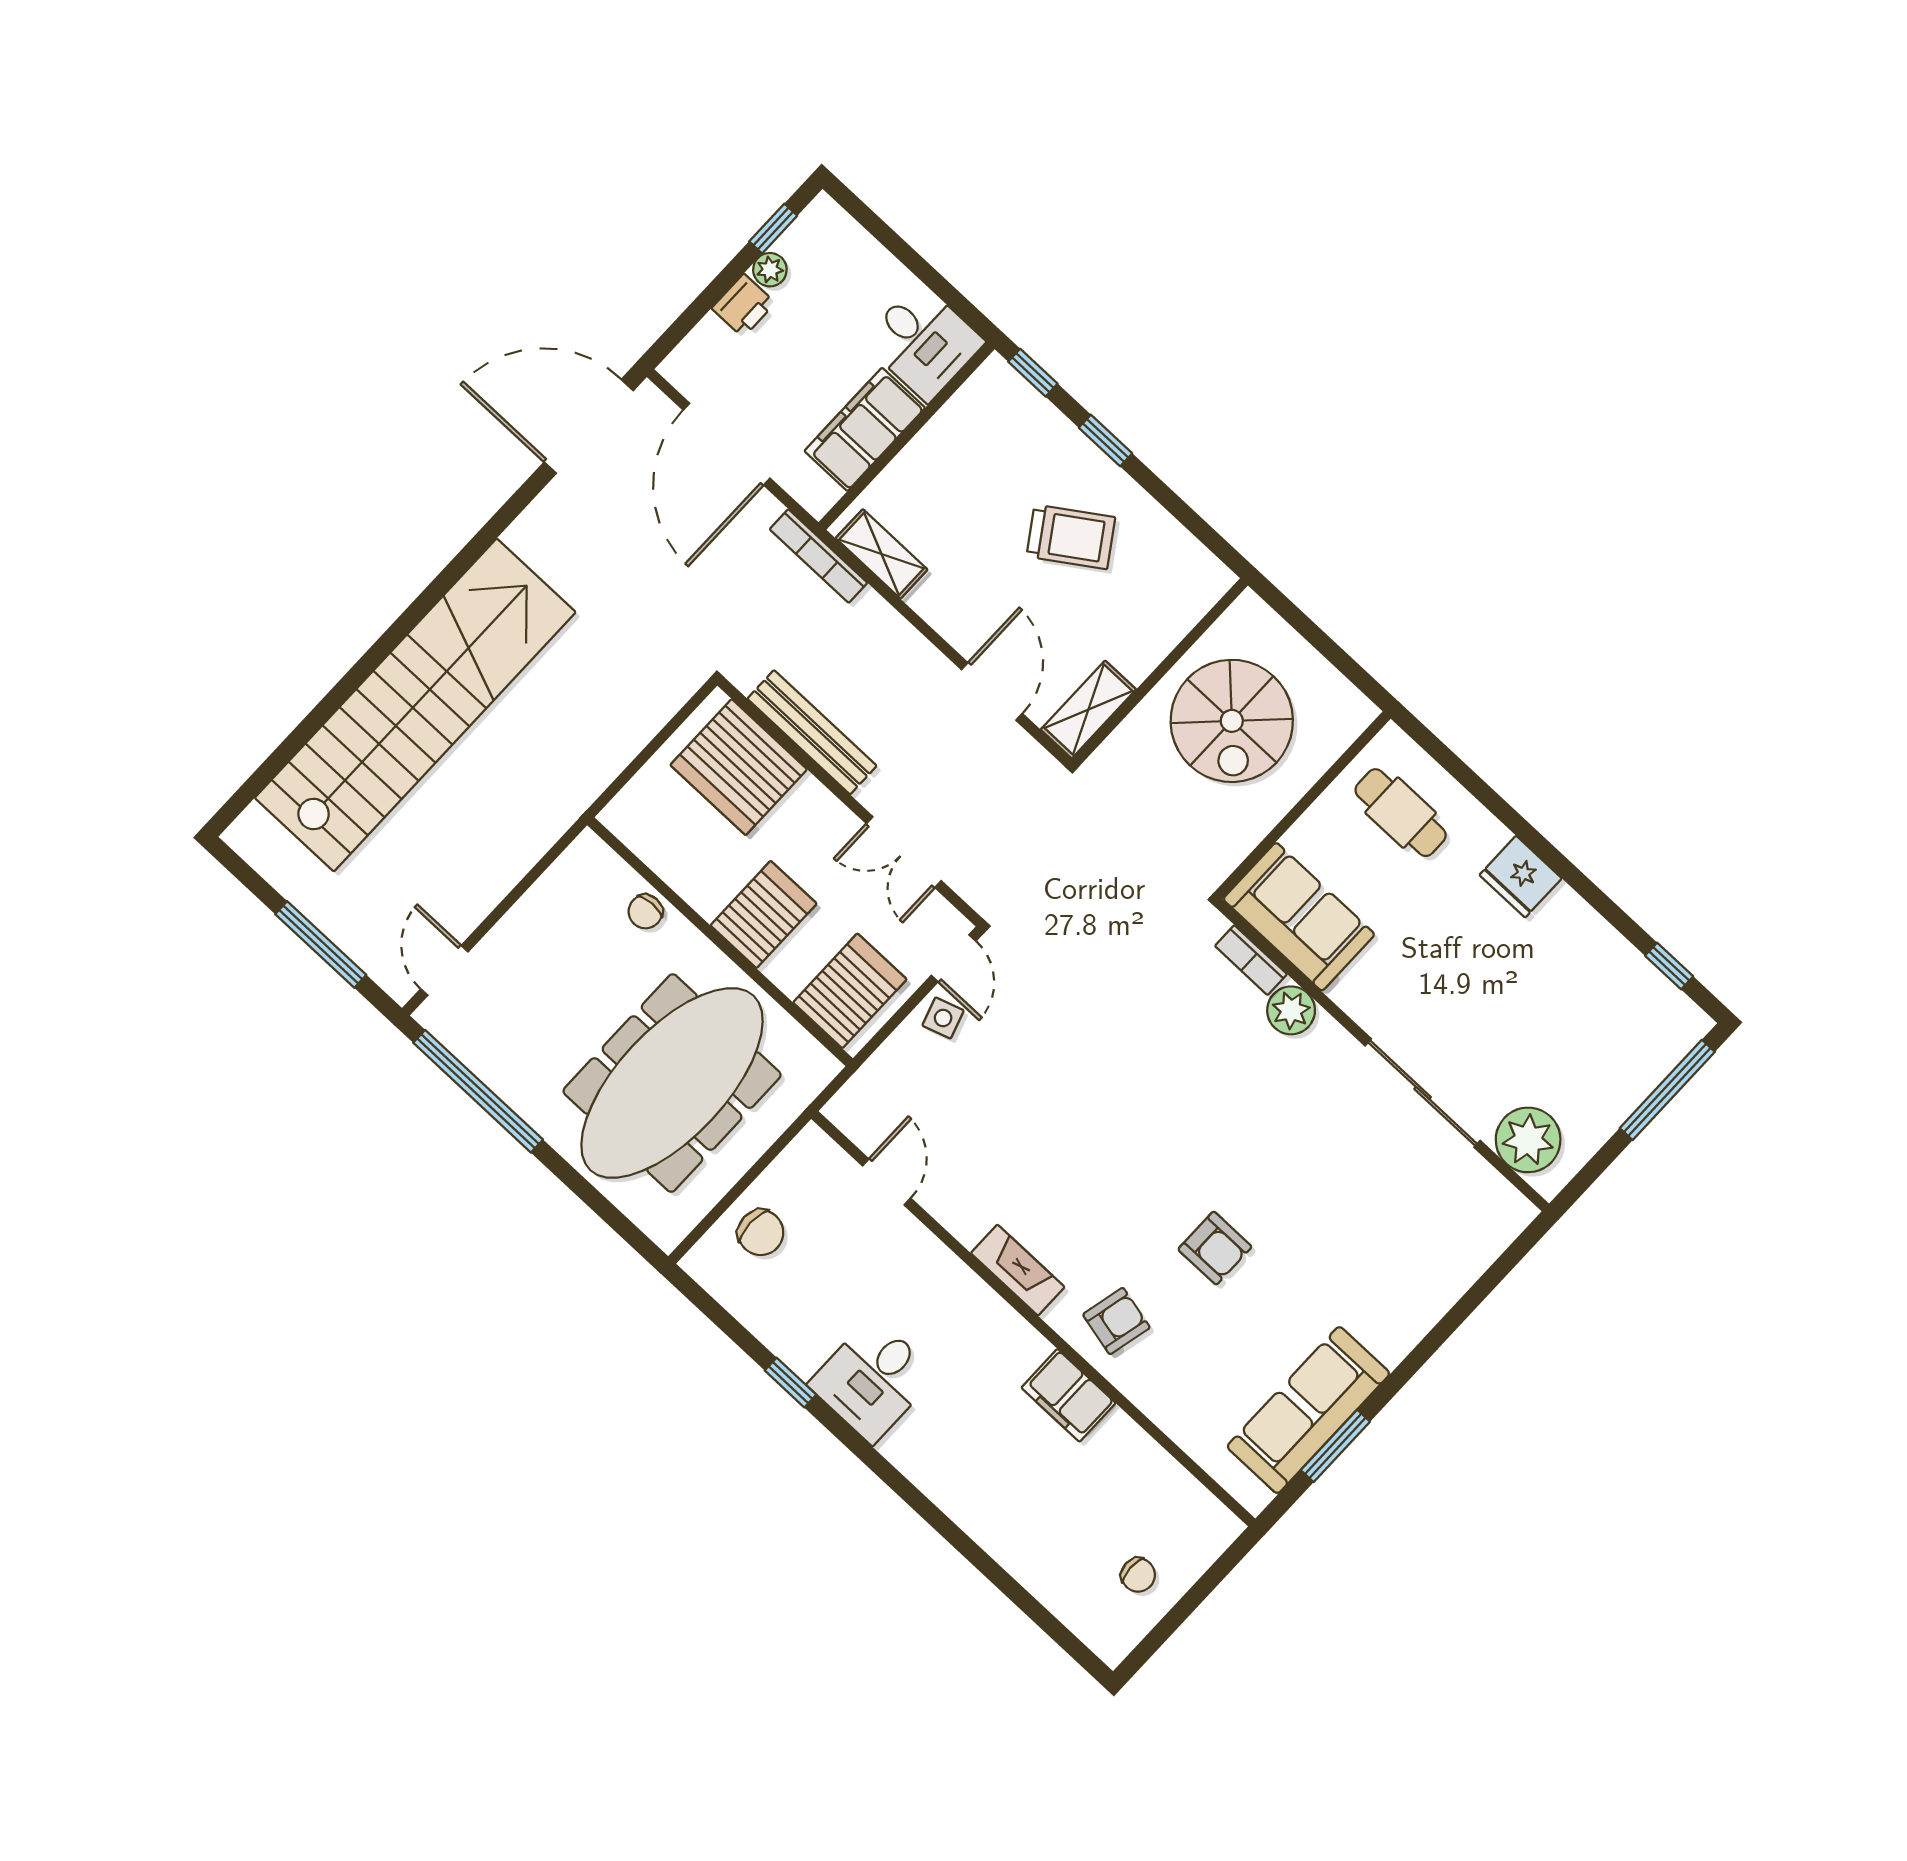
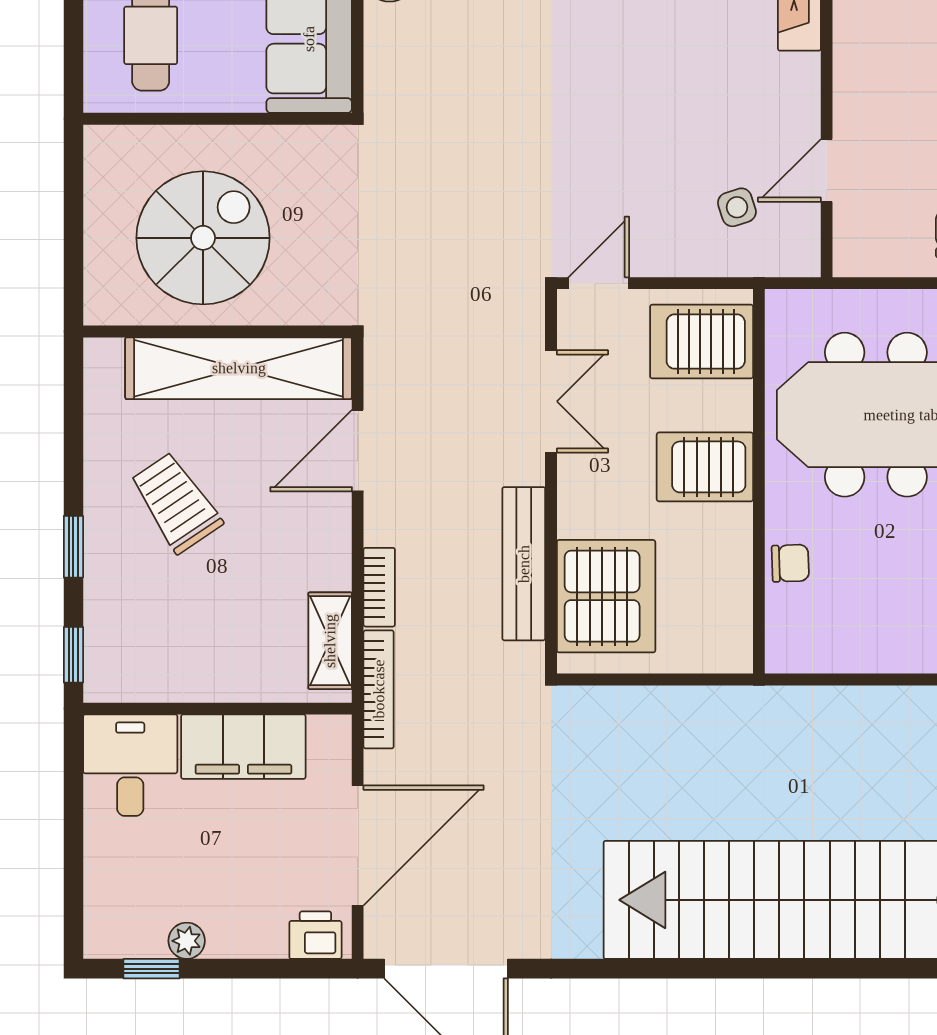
printer: (743, 306) -> (315, 935), moved
shelving: (1088, 709) -> (239, 368), width x2.20, depth x1.33
bookcase: (1251, 960) -> (379, 587), moved
side table: (943, 1018) -> (737, 207), moved

